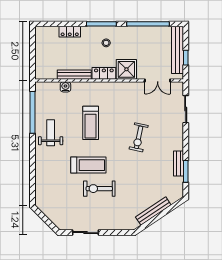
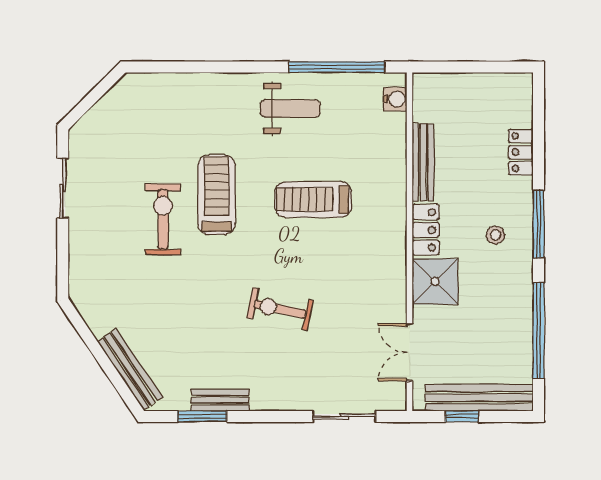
water cooler: (65, 87) -> (395, 99), moved
treadmill: (88, 165) -> (217, 195), turned 180
bench: (153, 211) -> (130, 369), moved

